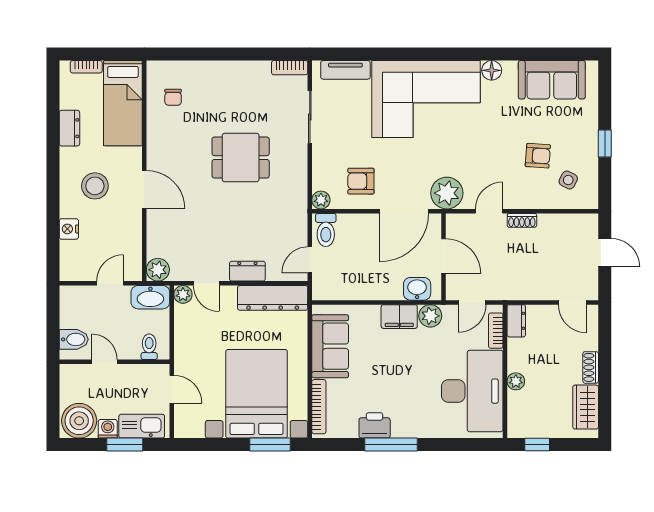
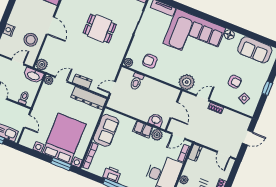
stool: (95, 186) -> (31, 40), moved
door: (404, 211) -> (164, 83), removed
toilet: (326, 230) -> (136, 81), moved
door: (605, 253) -> (248, 138), hinge flipped
door: (206, 283) -> (61, 79), swing flipped

